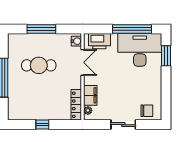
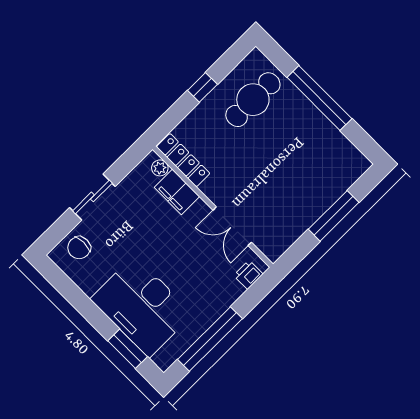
water cooler: (76, 41) -> (269, 247), removed
printer: (99, 41) -> (248, 275), width x0.53, depth x0.68
desk: (140, 50) -> (142, 306), moved, turned 90
cafe table: (39, 65) -> (253, 100), moved

